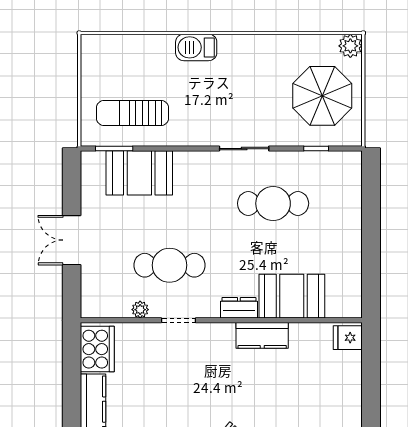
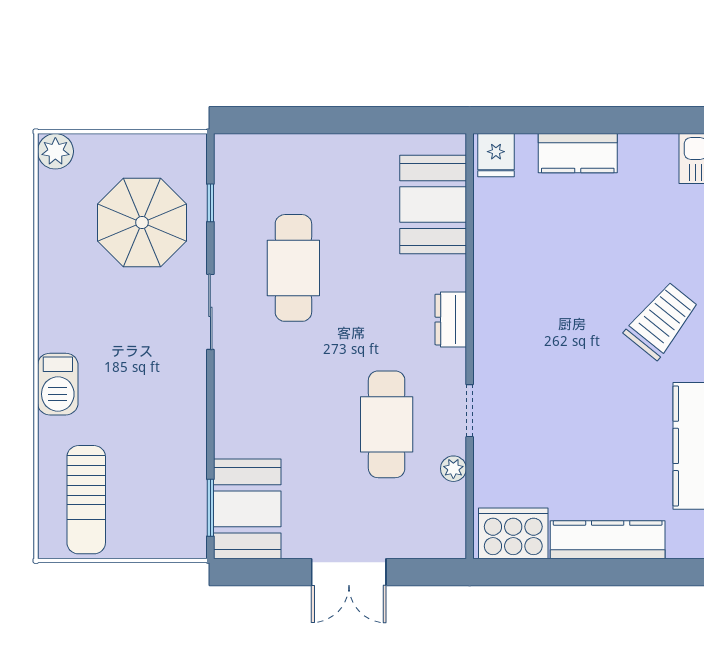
parasol: (322, 96) -> (142, 222), moved
sun lounger: (133, 113) -> (86, 500), moved
booth: (139, 173) -> (247, 509), moved
booth: (292, 296) -> (433, 205), moved
kitchen counter: (262, 335) -> (578, 153), moved, turned 90

